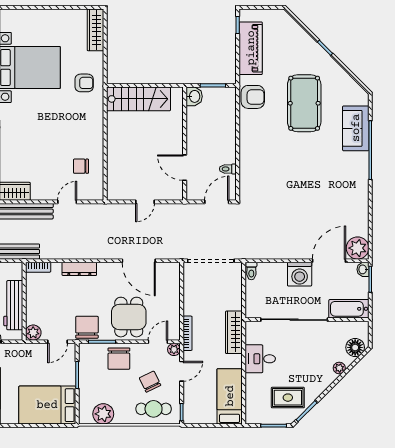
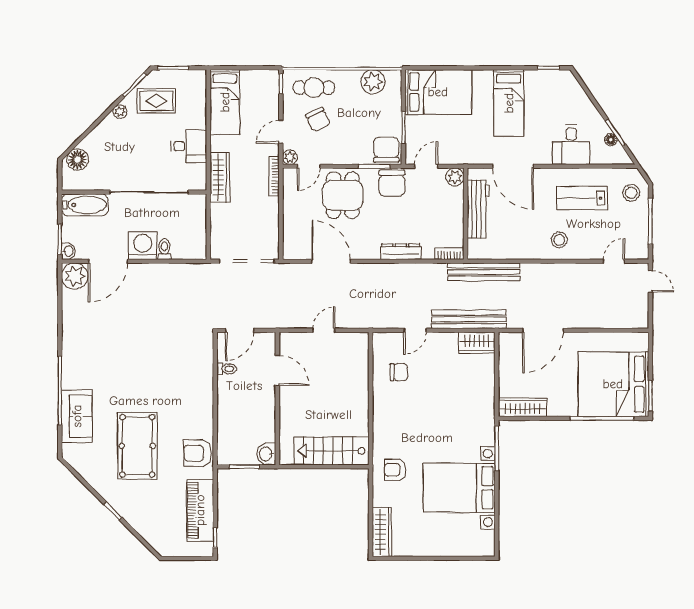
toilet: (251, 271) -> (164, 249), moved
chair: (119, 359) -> (386, 150), moved
plant: (339, 368) -> (120, 112), moved

